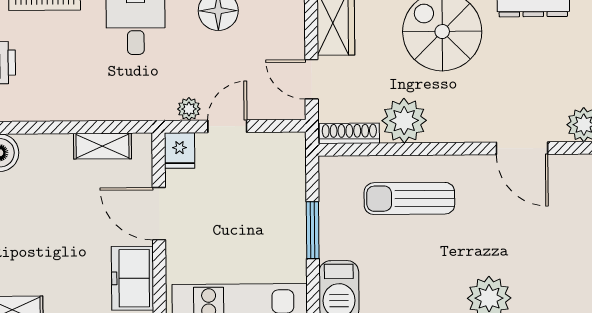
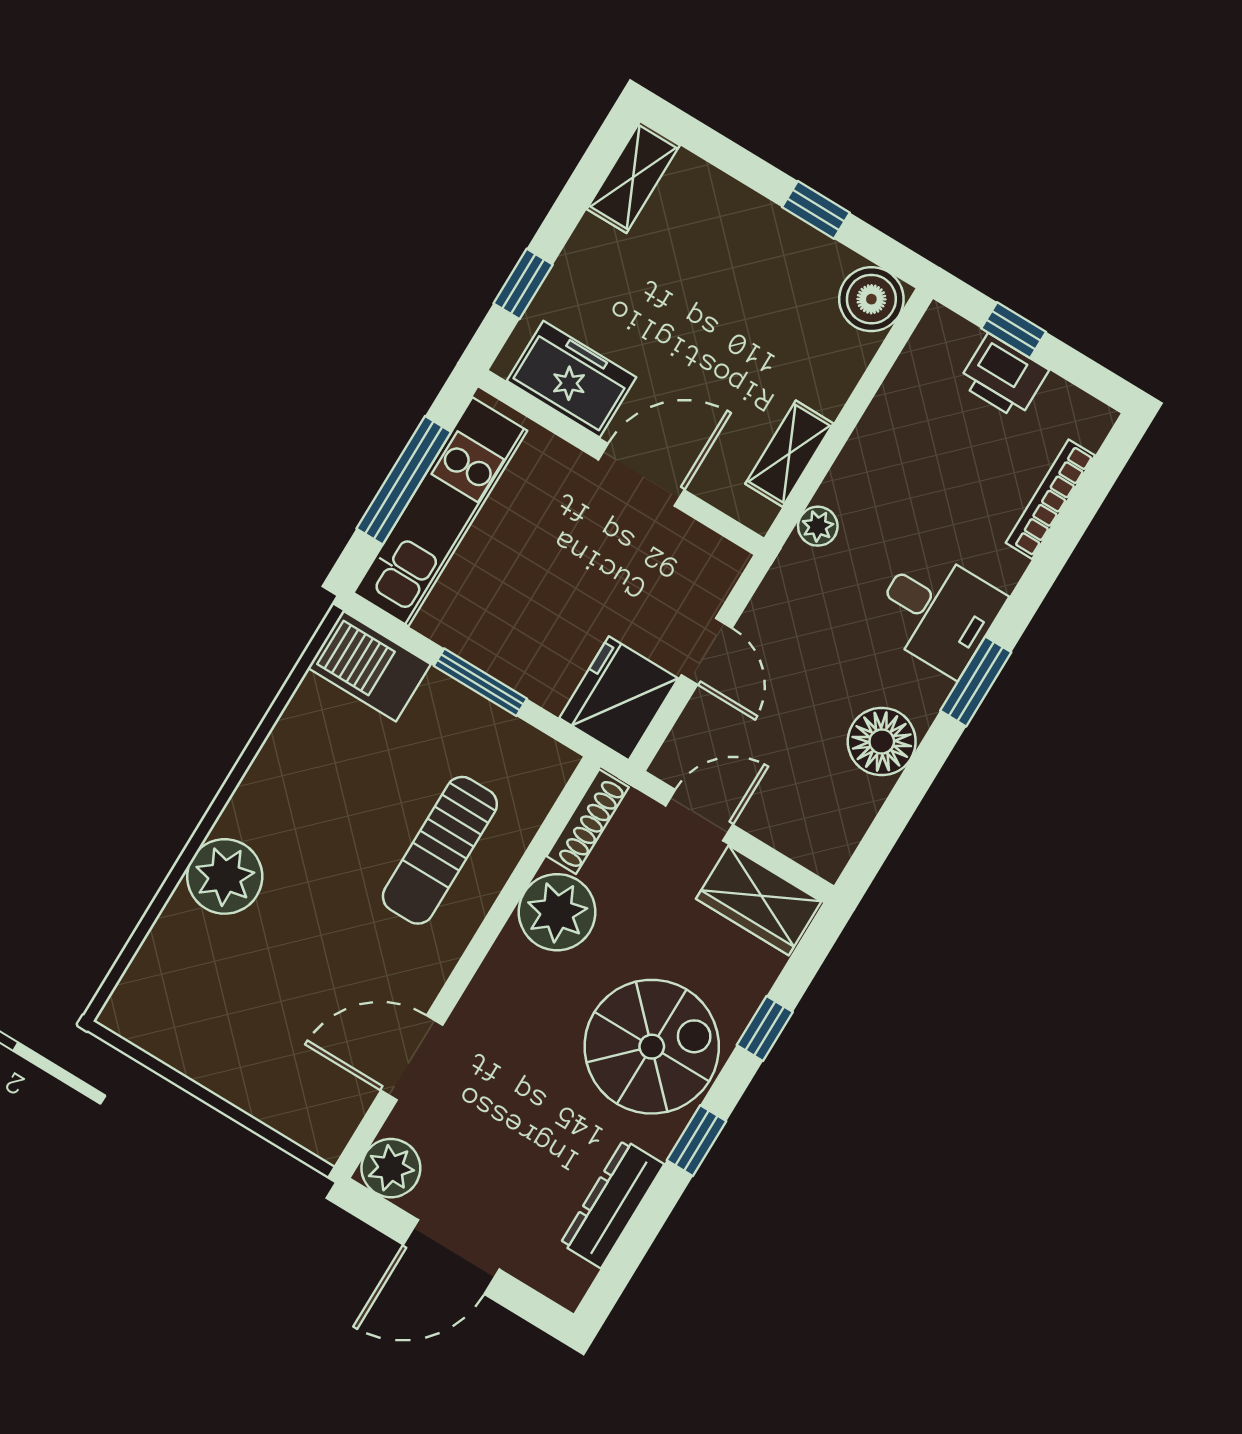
plant: (189, 109) -> (818, 526), moved
fridge: (180, 150) -> (619, 698), moved, width x1.88, depth x1.34
sun lounger: (409, 198) -> (440, 850), turned 180

